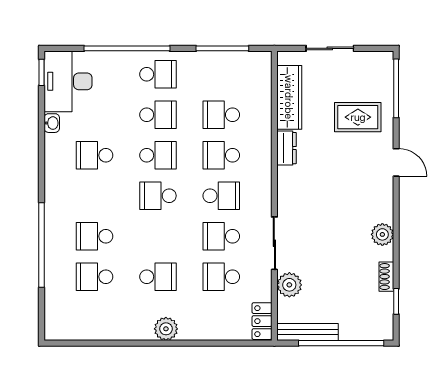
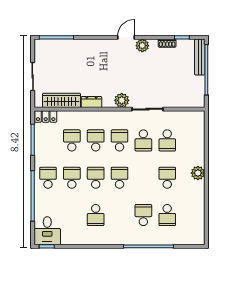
desk: (68, 81) -> (47, 231), width x0.73
school desk: (221, 115) -> (72, 140), turned 180
rug: (358, 117) -> (73, 60), removed
washbasin: (52, 123) -> (77, 240), removed
school desk: (221, 155) -> (96, 140), turned 180
door: (396, 162) -> (126, 37), moved
school desk: (158, 196) -> (120, 178), turned 180
school desk: (95, 236) -> (143, 215), turned 180
plant: (289, 285) -> (122, 100), moved
locker: (262, 321) -> (46, 116), moved
bench: (308, 332) -> (200, 57), moved

